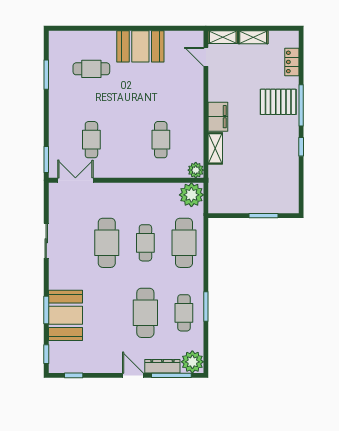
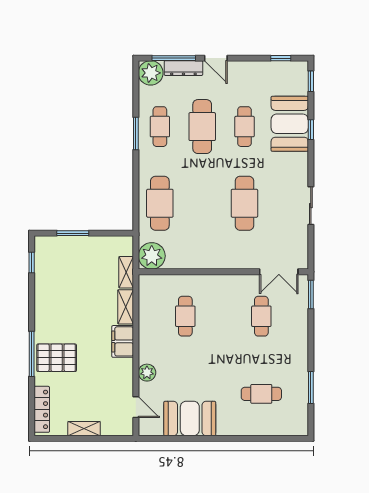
shelving: (223, 37) -> (126, 272), moved, turned 90
booth: (140, 46) -> (190, 418), moved
locker: (292, 62) -> (42, 409), width x1.53
window: (301, 147) -> (32, 262), moved
plant: (196, 170) -> (147, 373), moved
cafe table: (145, 243) -> (244, 127), moved
window: (46, 310) -> (311, 130), width x0.67

